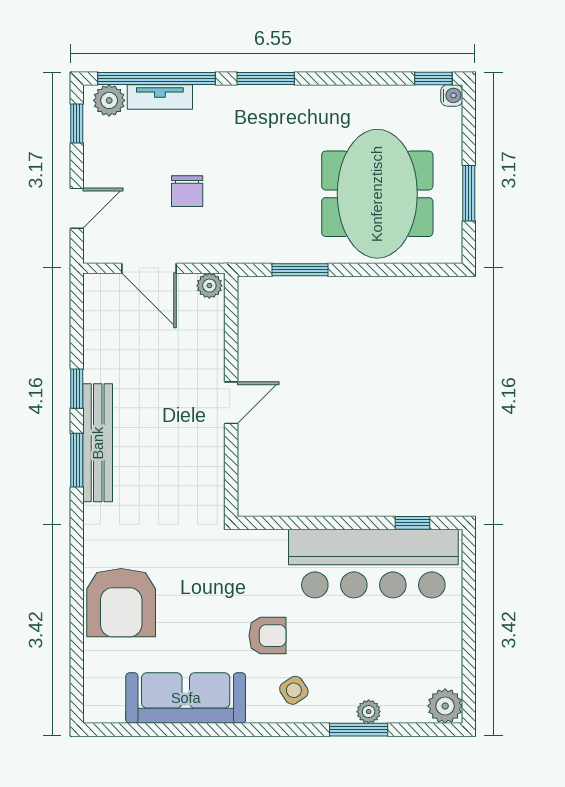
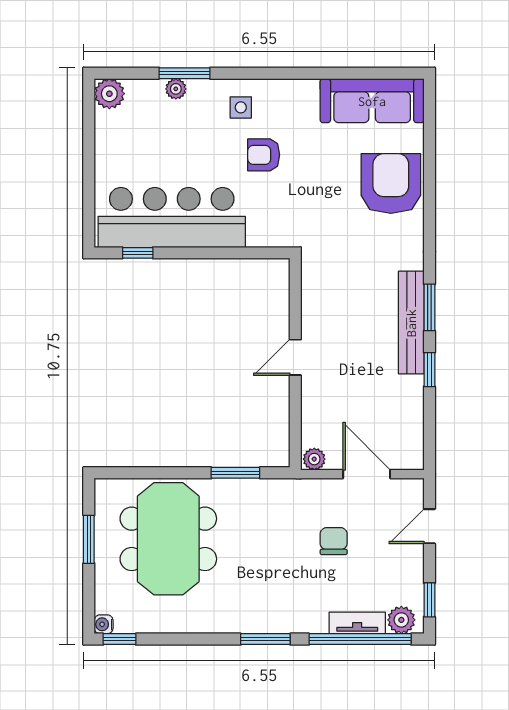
side table: (294, 690) -> (241, 107), turned 34
sofa: (186, 698) -> (372, 101), moved

